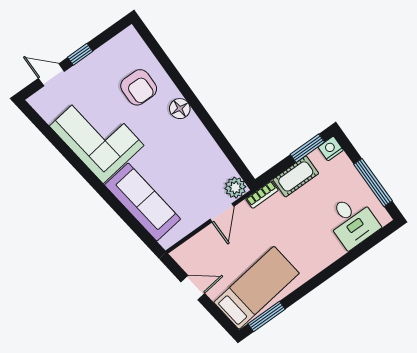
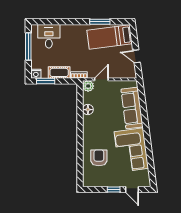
floor lamp: (180, 109) -> (88, 110), moved
window: (267, 316) -> (100, 22), moved

